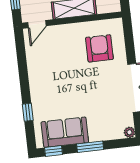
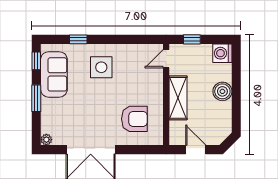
door: (37, 24) -> (166, 59), hinge flipped
side table: (53, 87) -> (101, 67), added

